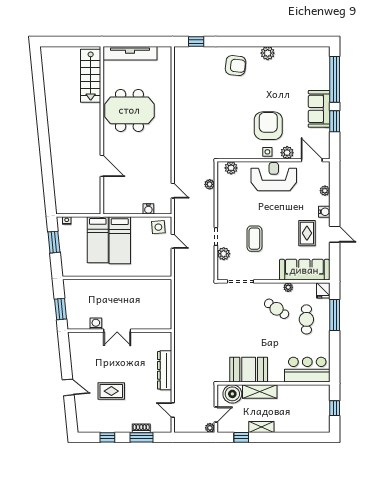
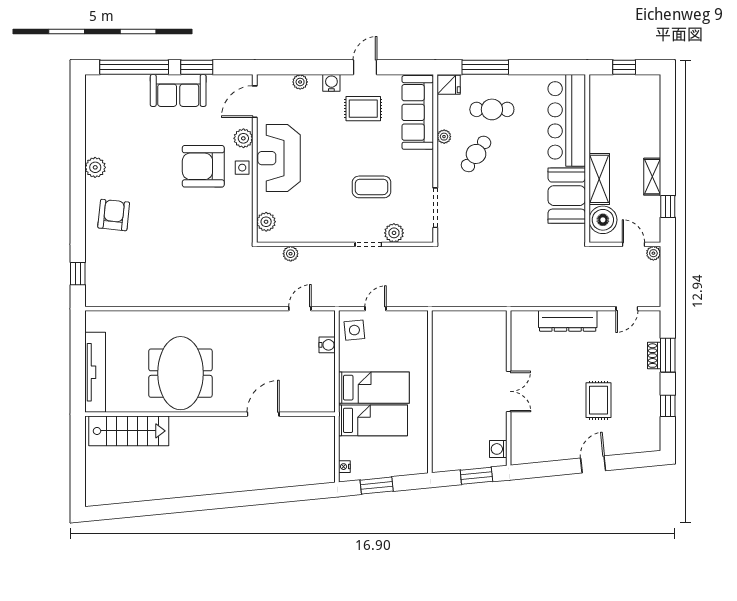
washing machine: (96, 324) -> (498, 449), moved
bar counter: (307, 370) -> (567, 120), width x1.36

